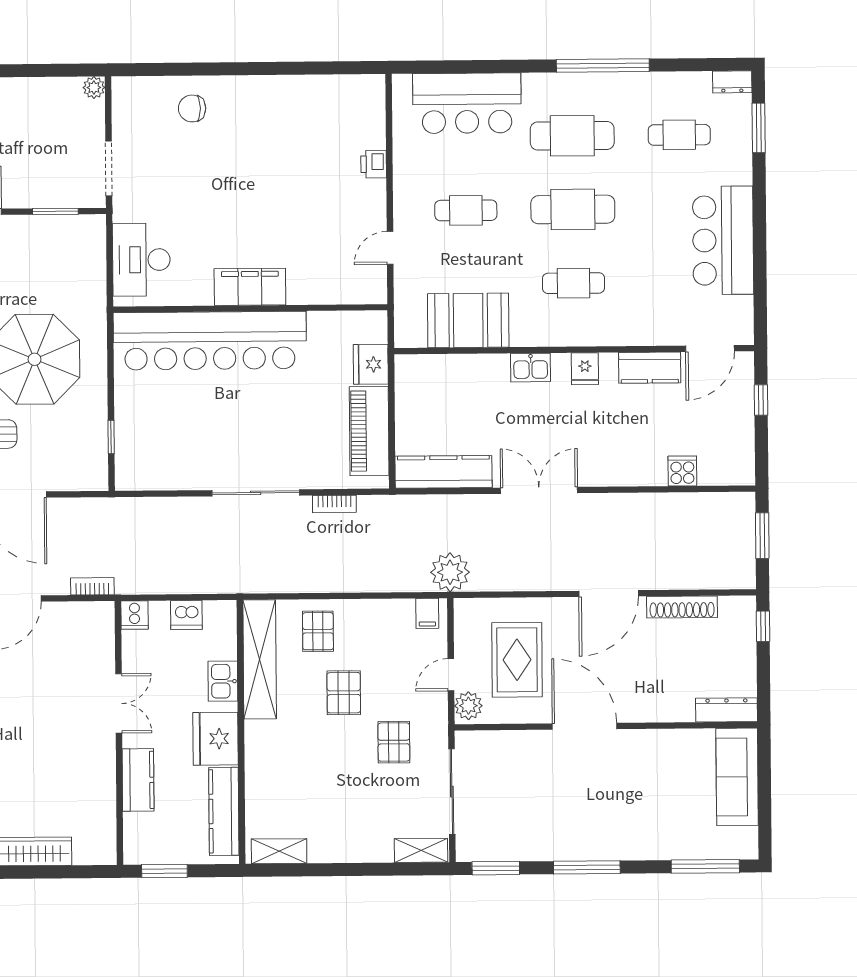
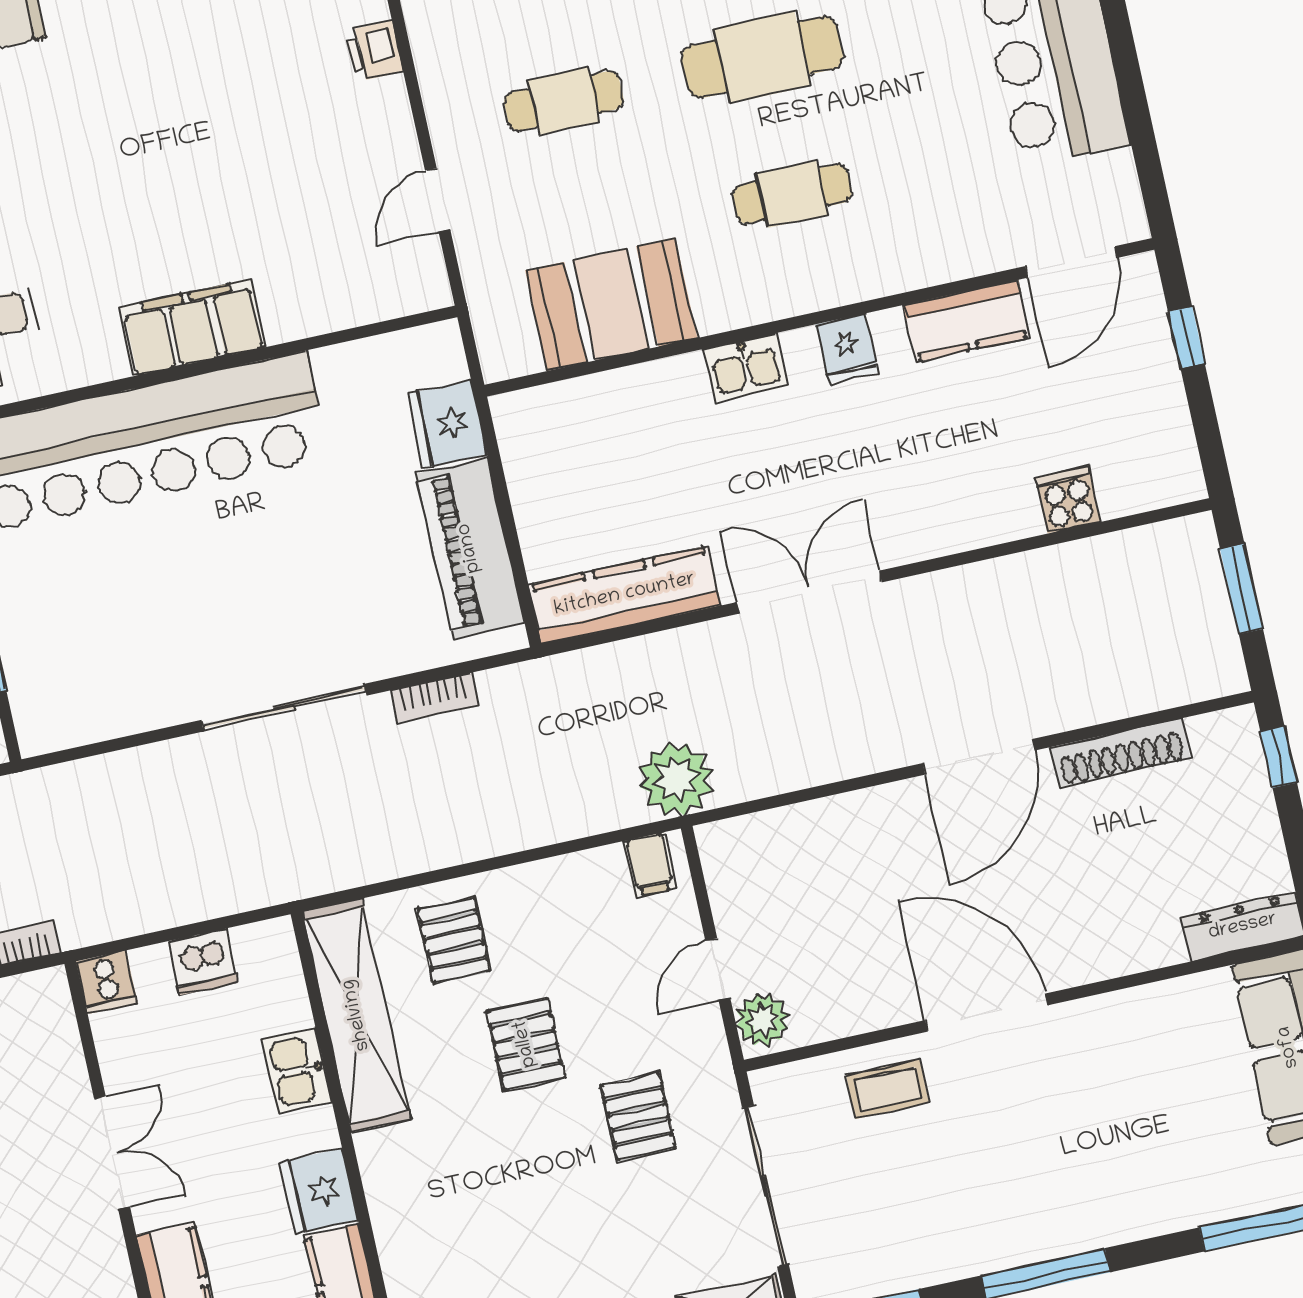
rug: (517, 660) -> (835, 916), removed
fridge: (216, 739) -> (319, 1191), width x0.73, depth x0.75
coffee table: (525, 755) -> (887, 1089), added

